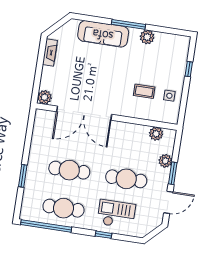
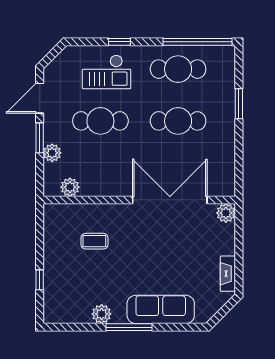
side table: (169, 96) -> (60, 240), removed

